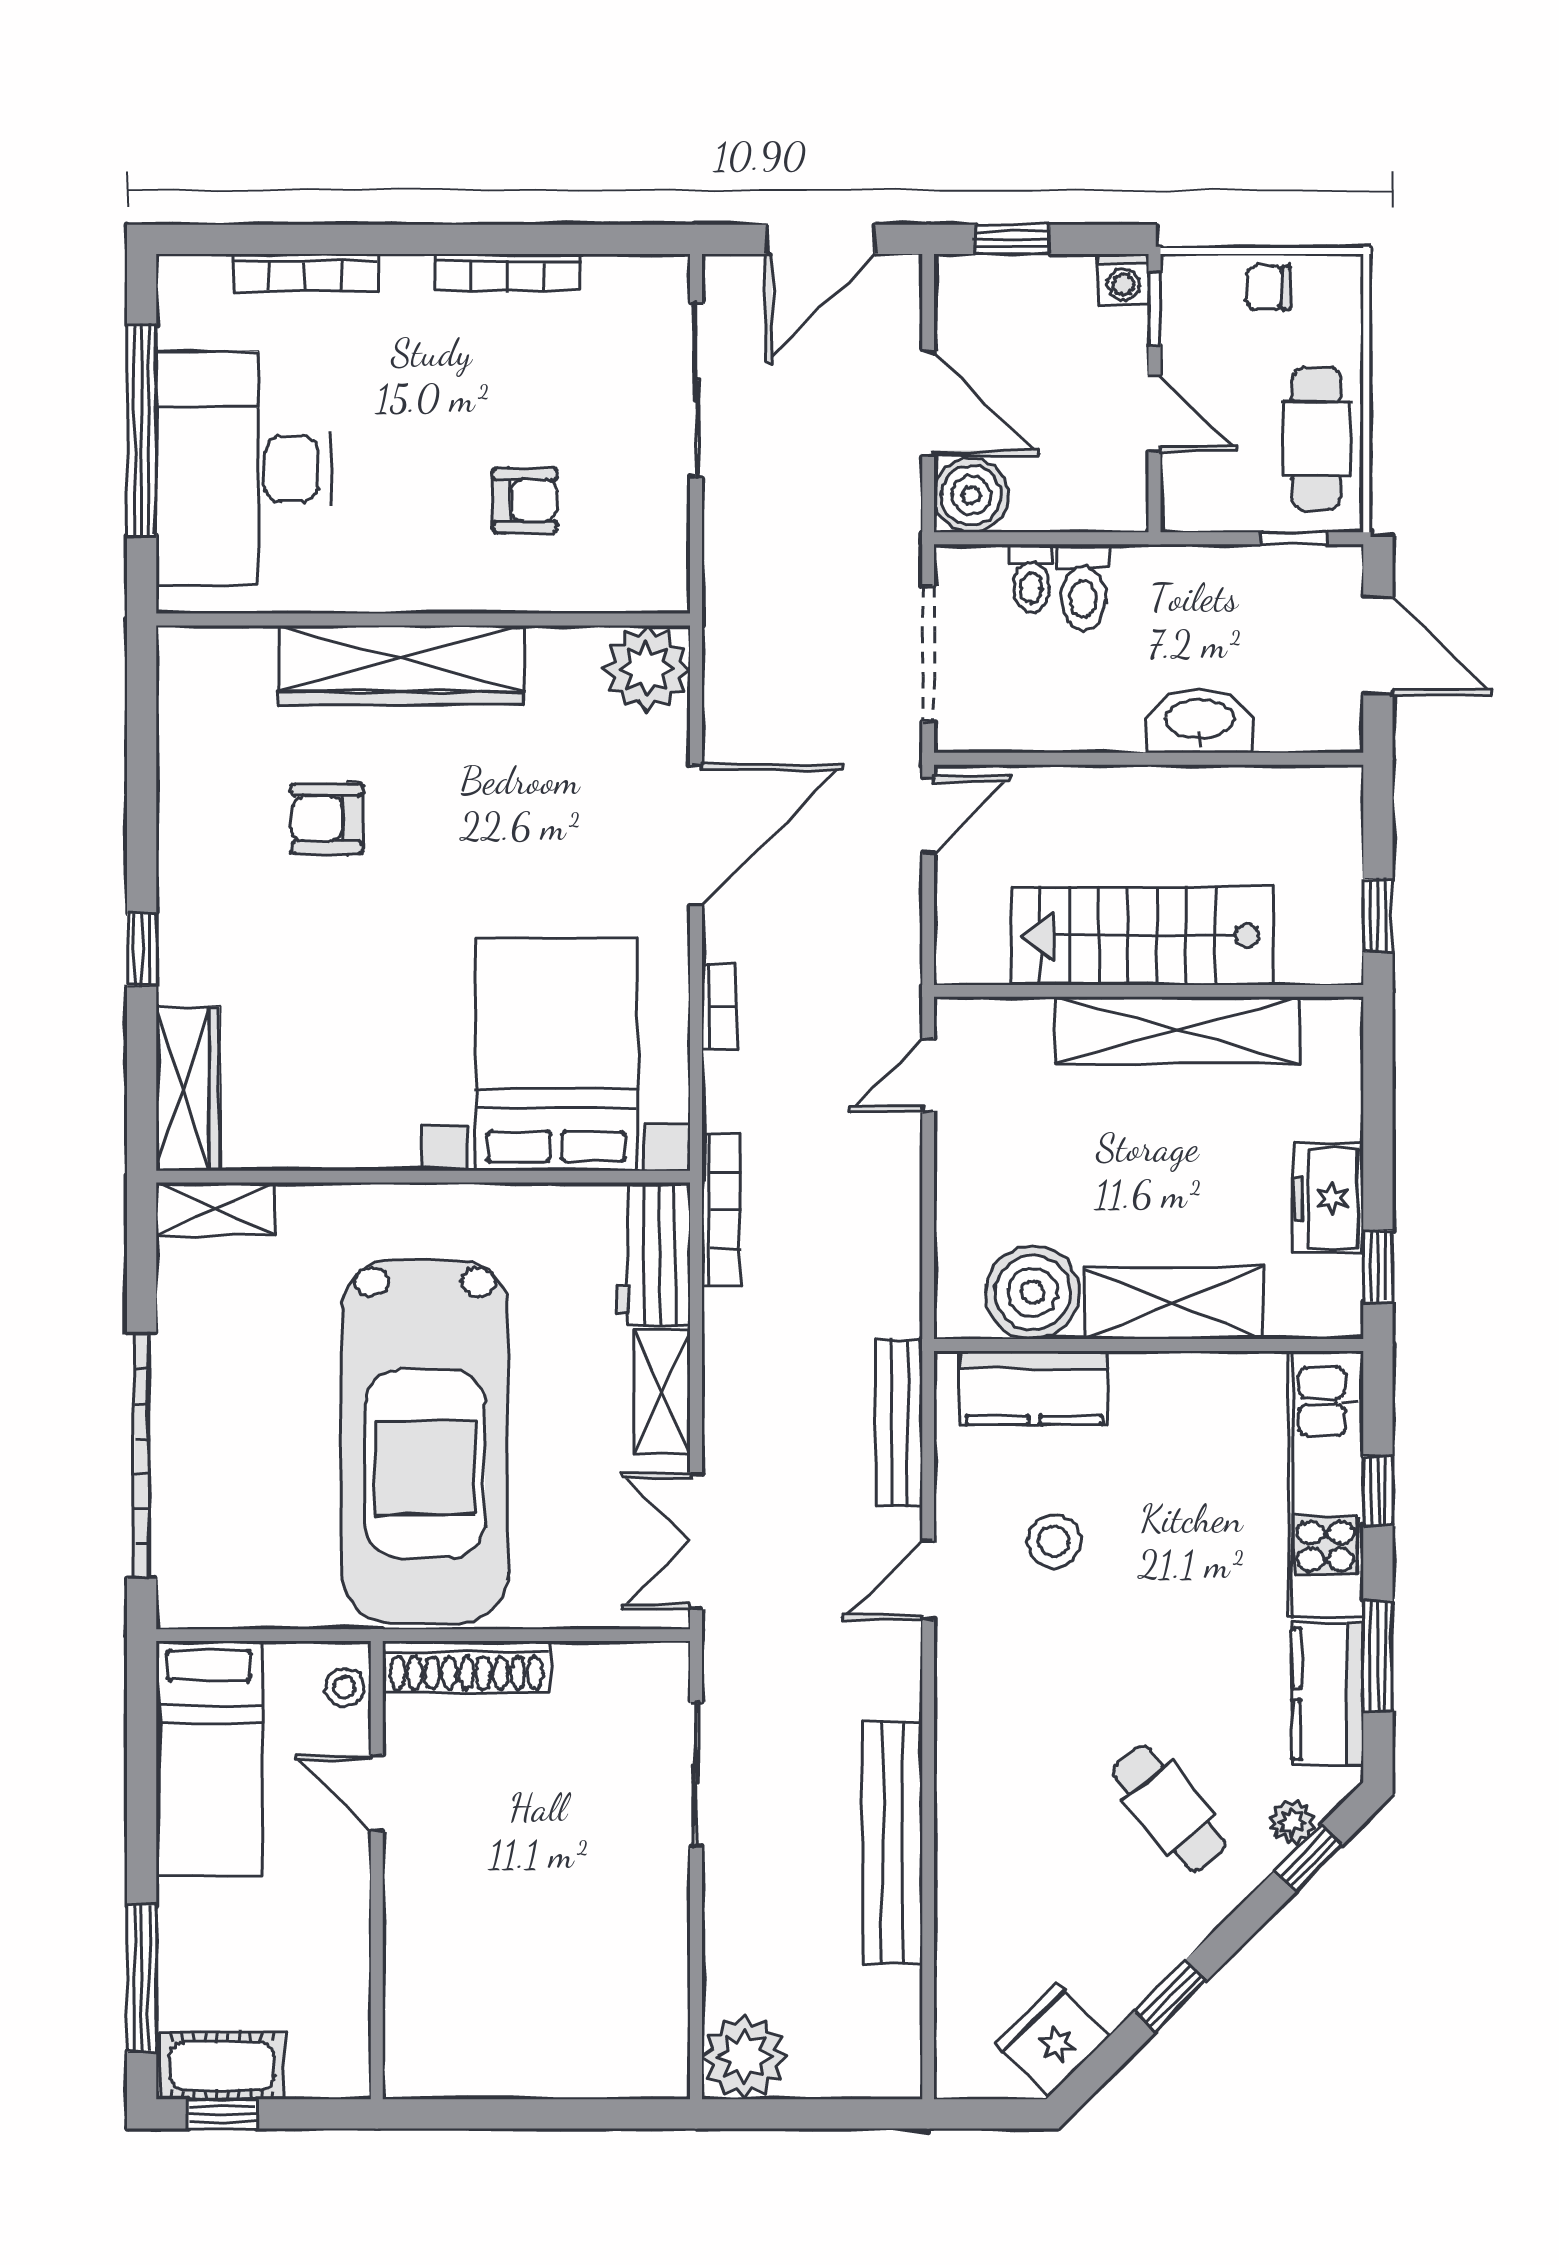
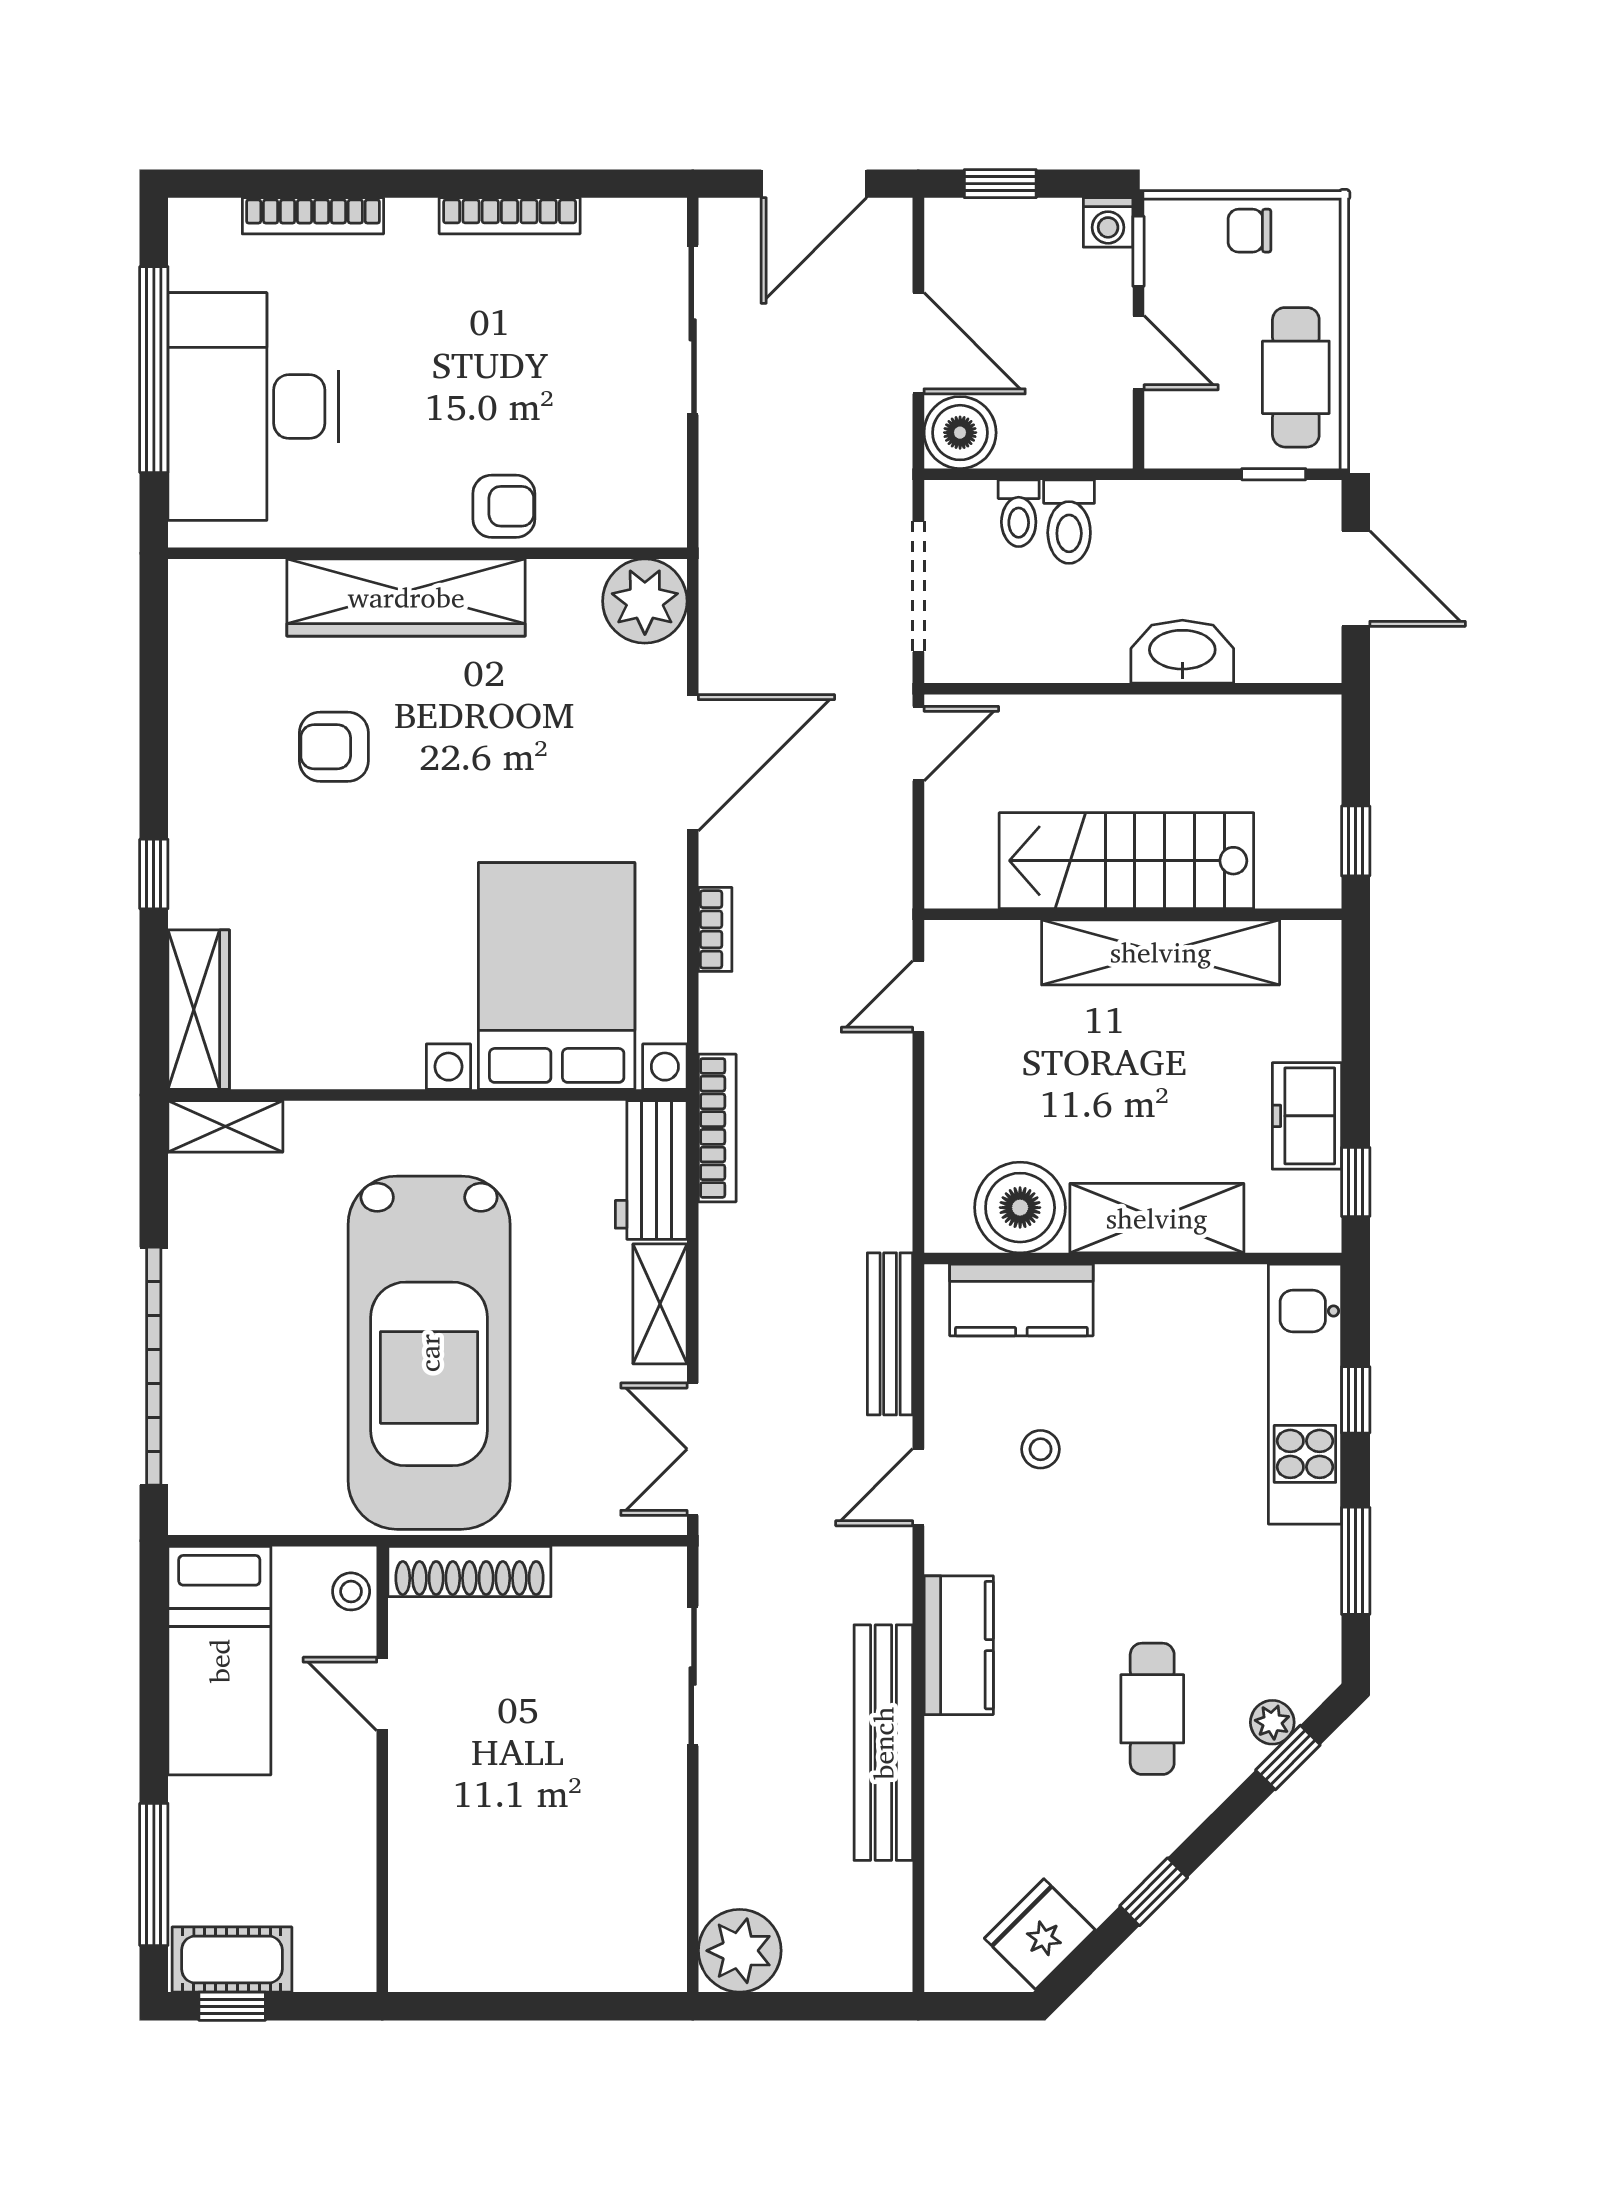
armchair: (525, 501) -> (504, 506), moved
stool: (1054, 1541) -> (1041, 1449), width x0.73, depth x0.73
kitchen counter: (1328, 1694) -> (959, 1645), moved, turned 180
cafe table: (1169, 1808) -> (1152, 1709), turned 39

